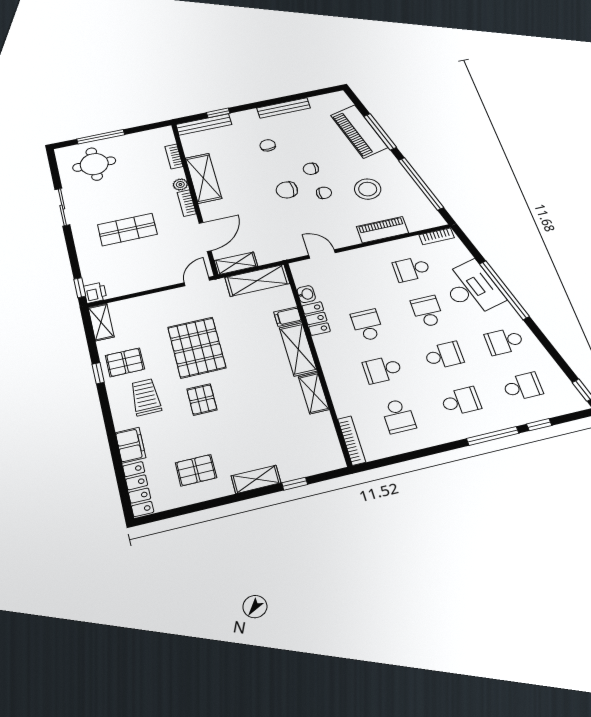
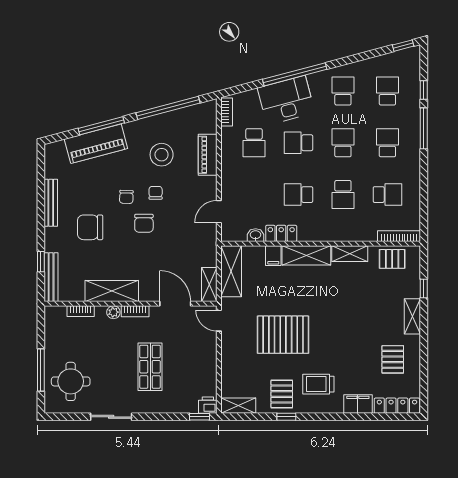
chair: (268, 145) -> (90, 227), width x1.87, depth x1.87
school desk: (504, 341) -> (343, 91), turned 180
pallet: (202, 399) -> (392, 259), moved

